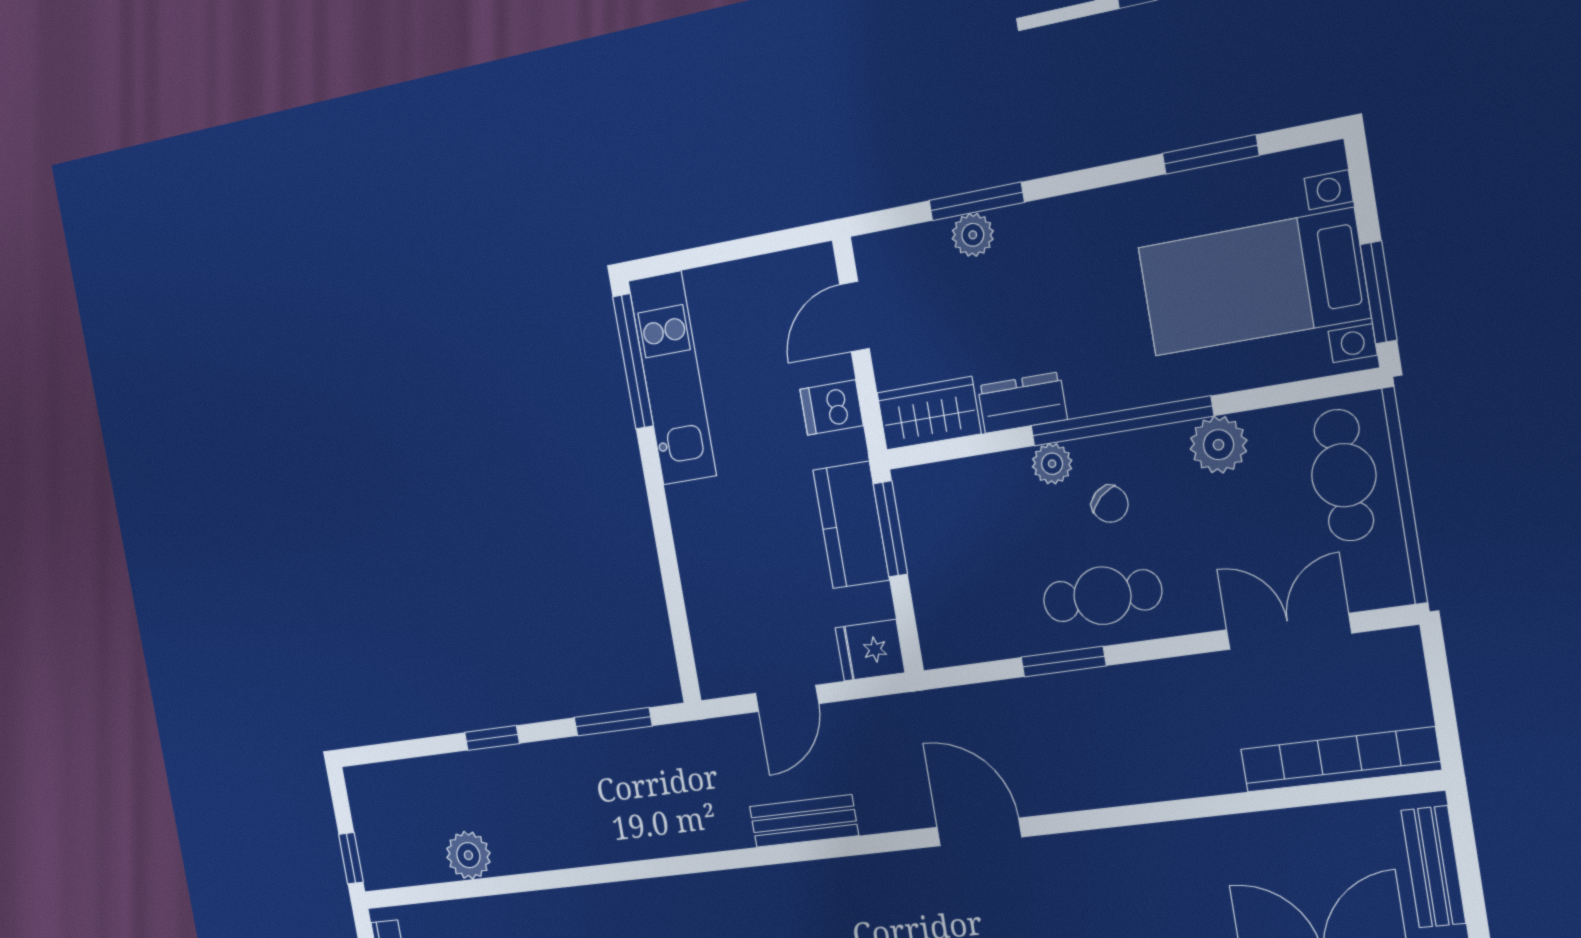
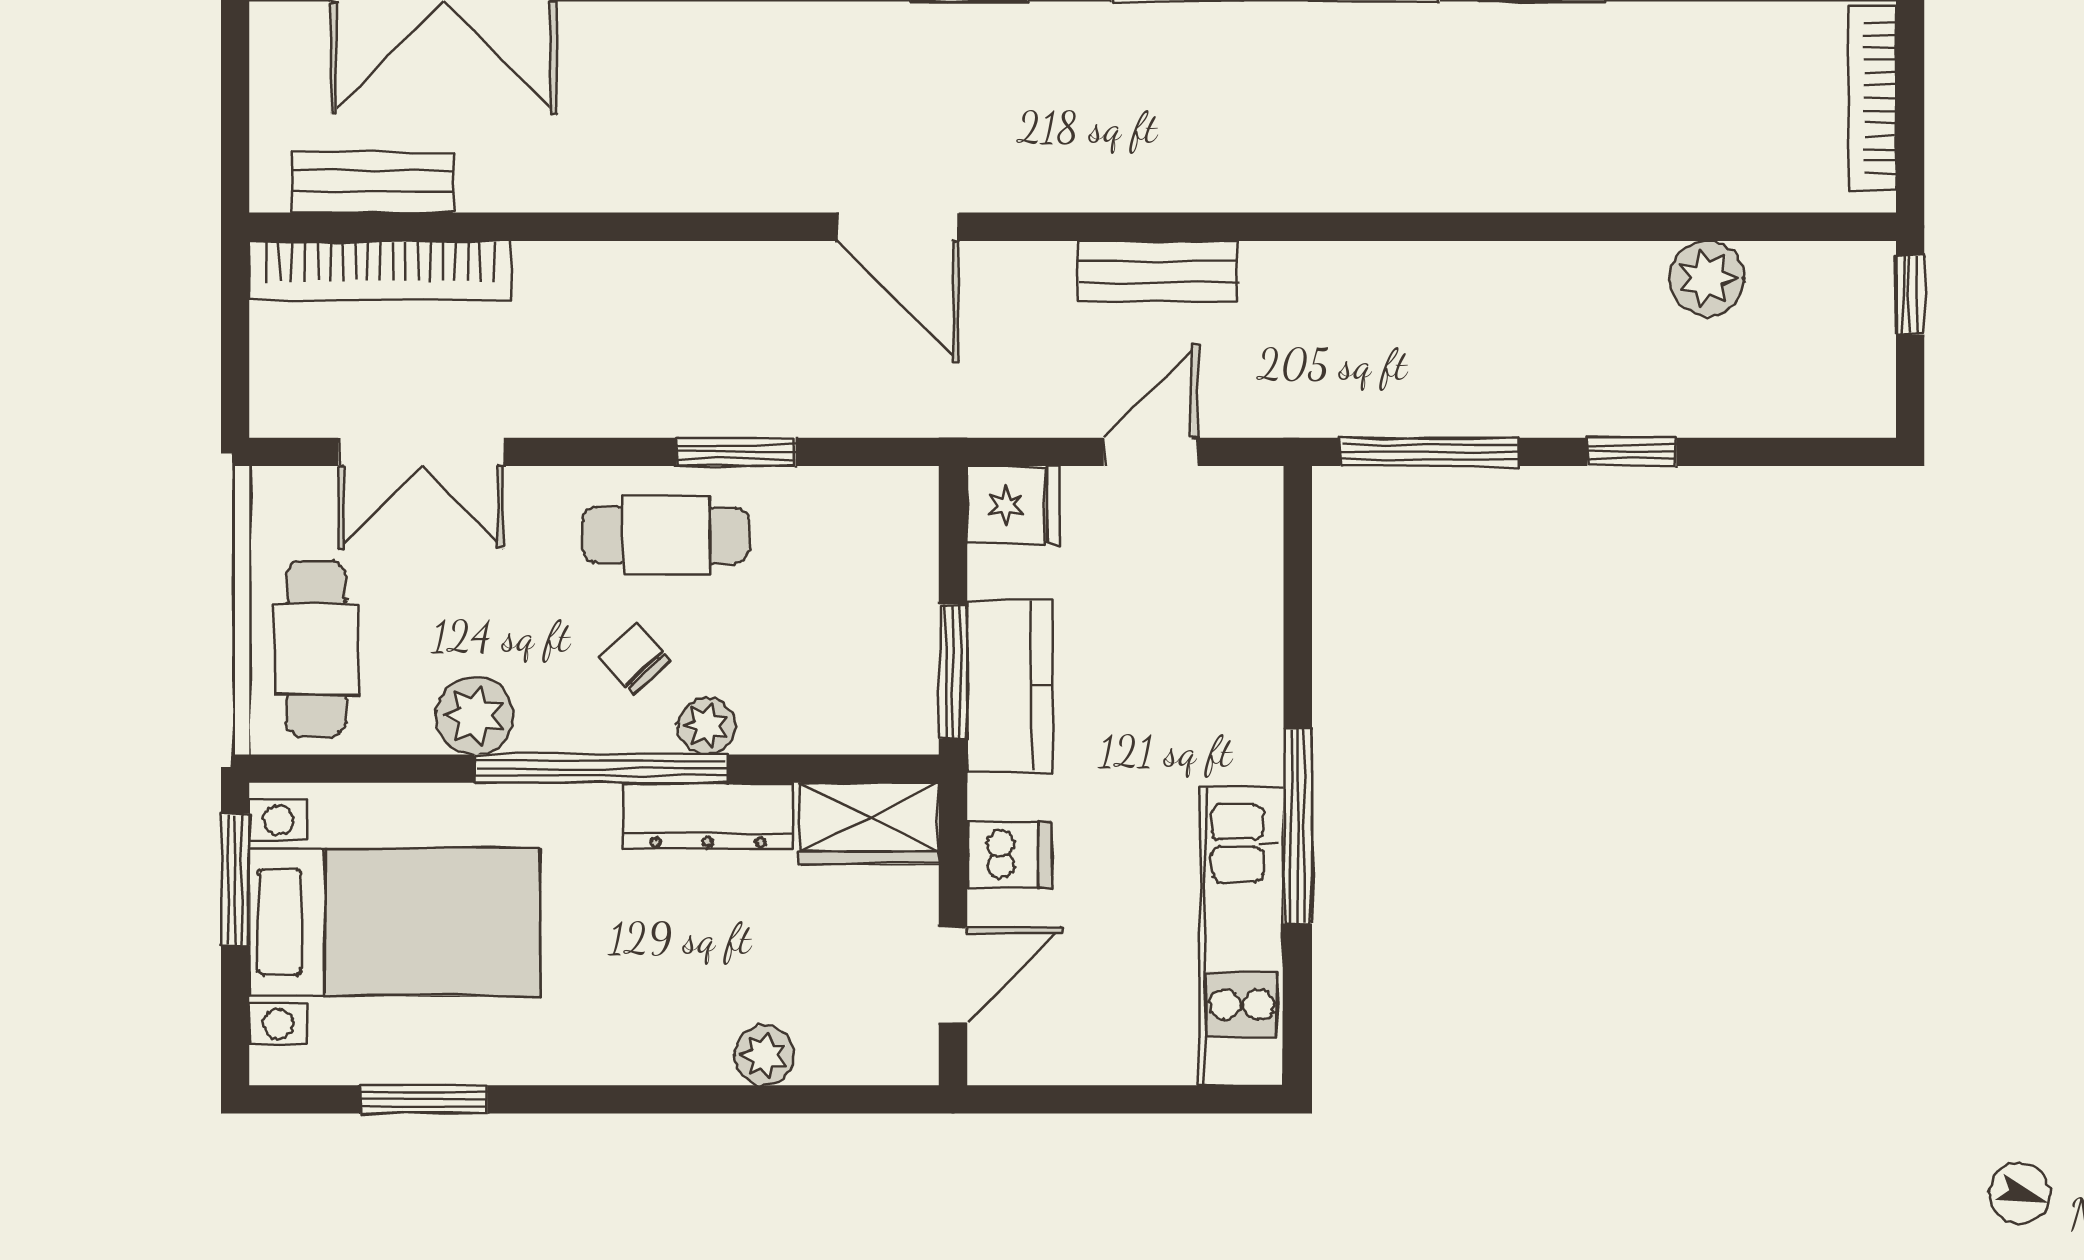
window: (976, 201) -> (751, 1099), removed
window: (633, 361) -> (1298, 826), moved
dresser: (1022, 403) -> (708, 816), width x1.44
window: (613, 722) -> (1429, 452), width x1.44
bench: (1433, 867) -> (373, 182), moved, turned 90

